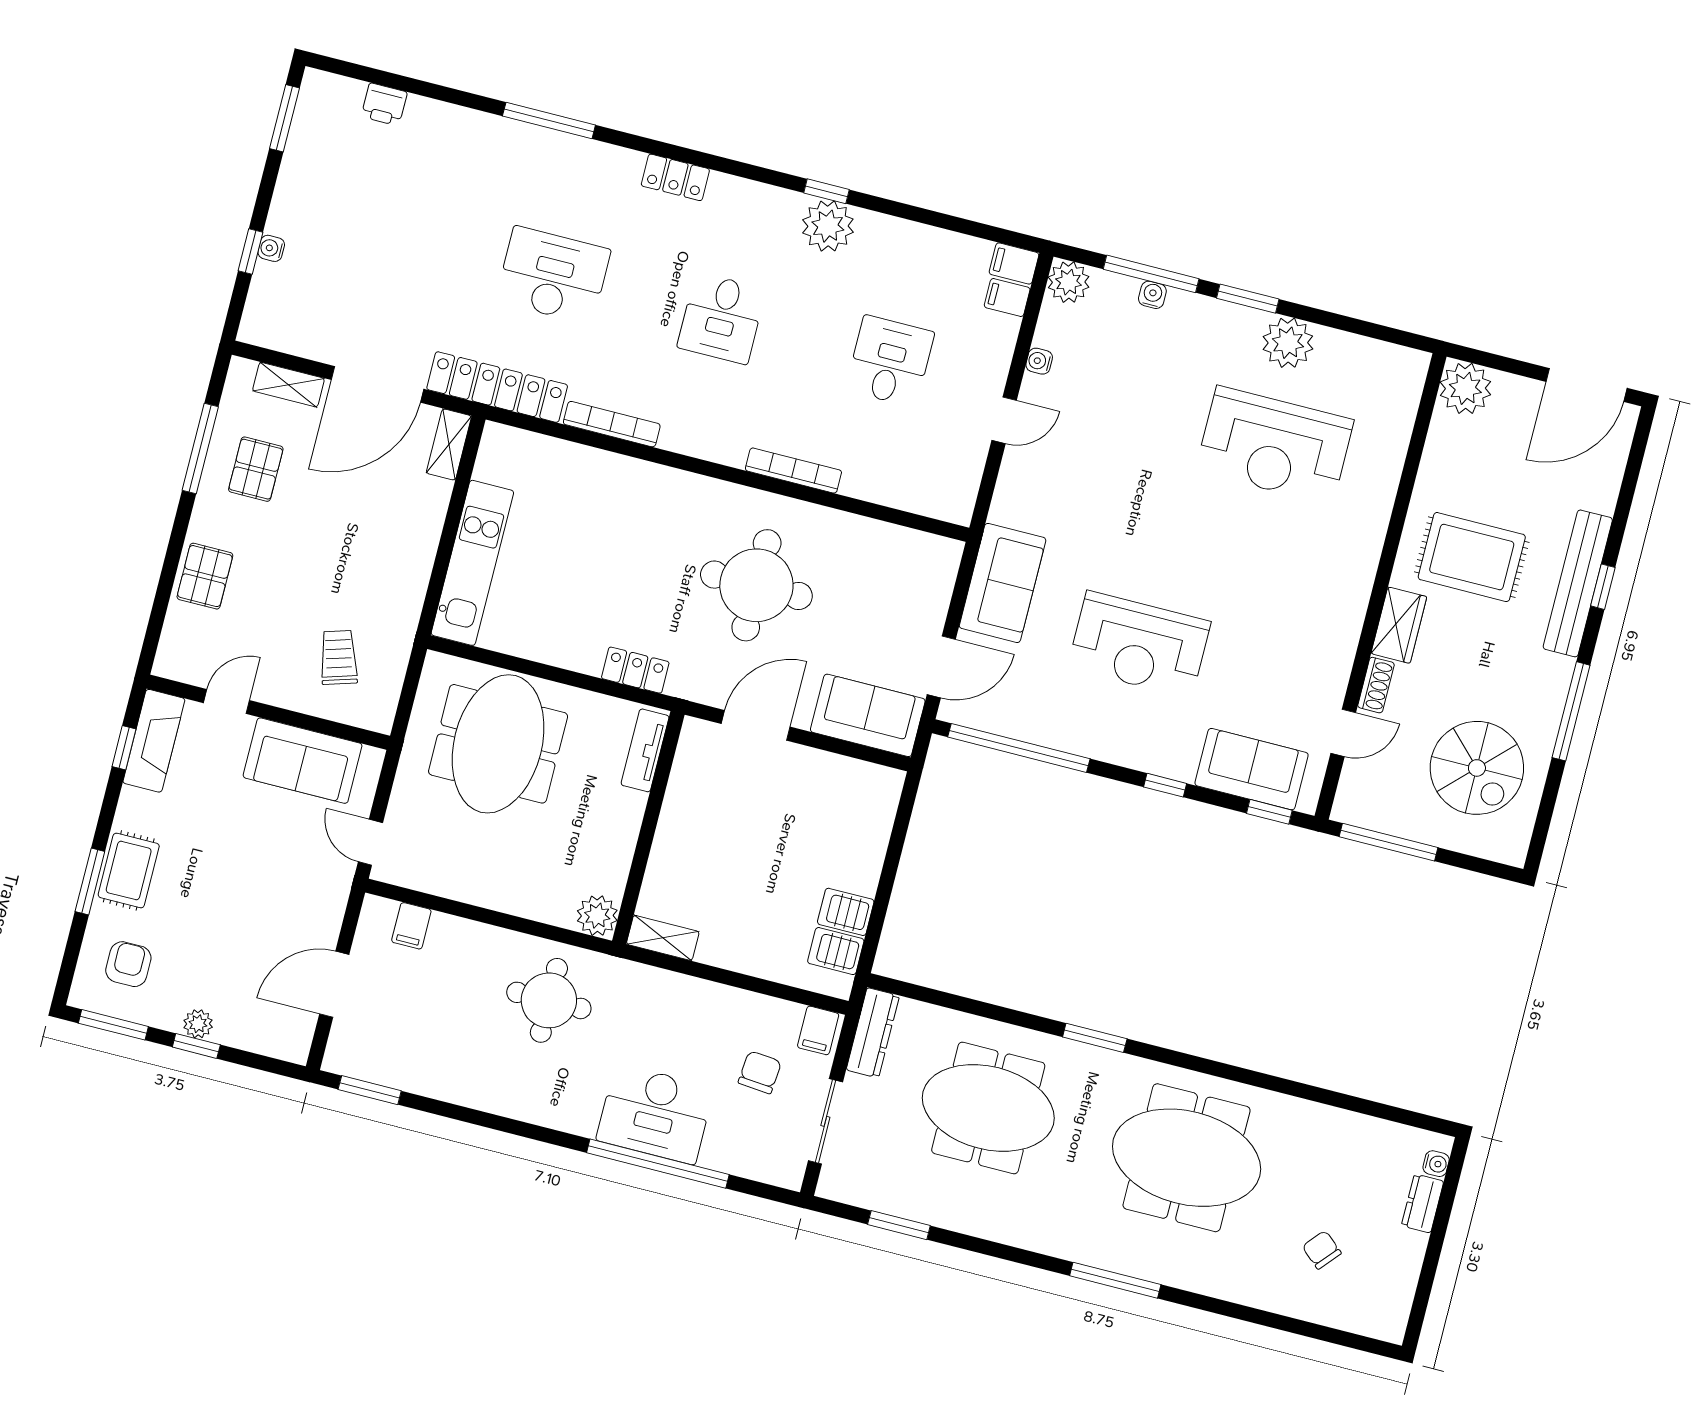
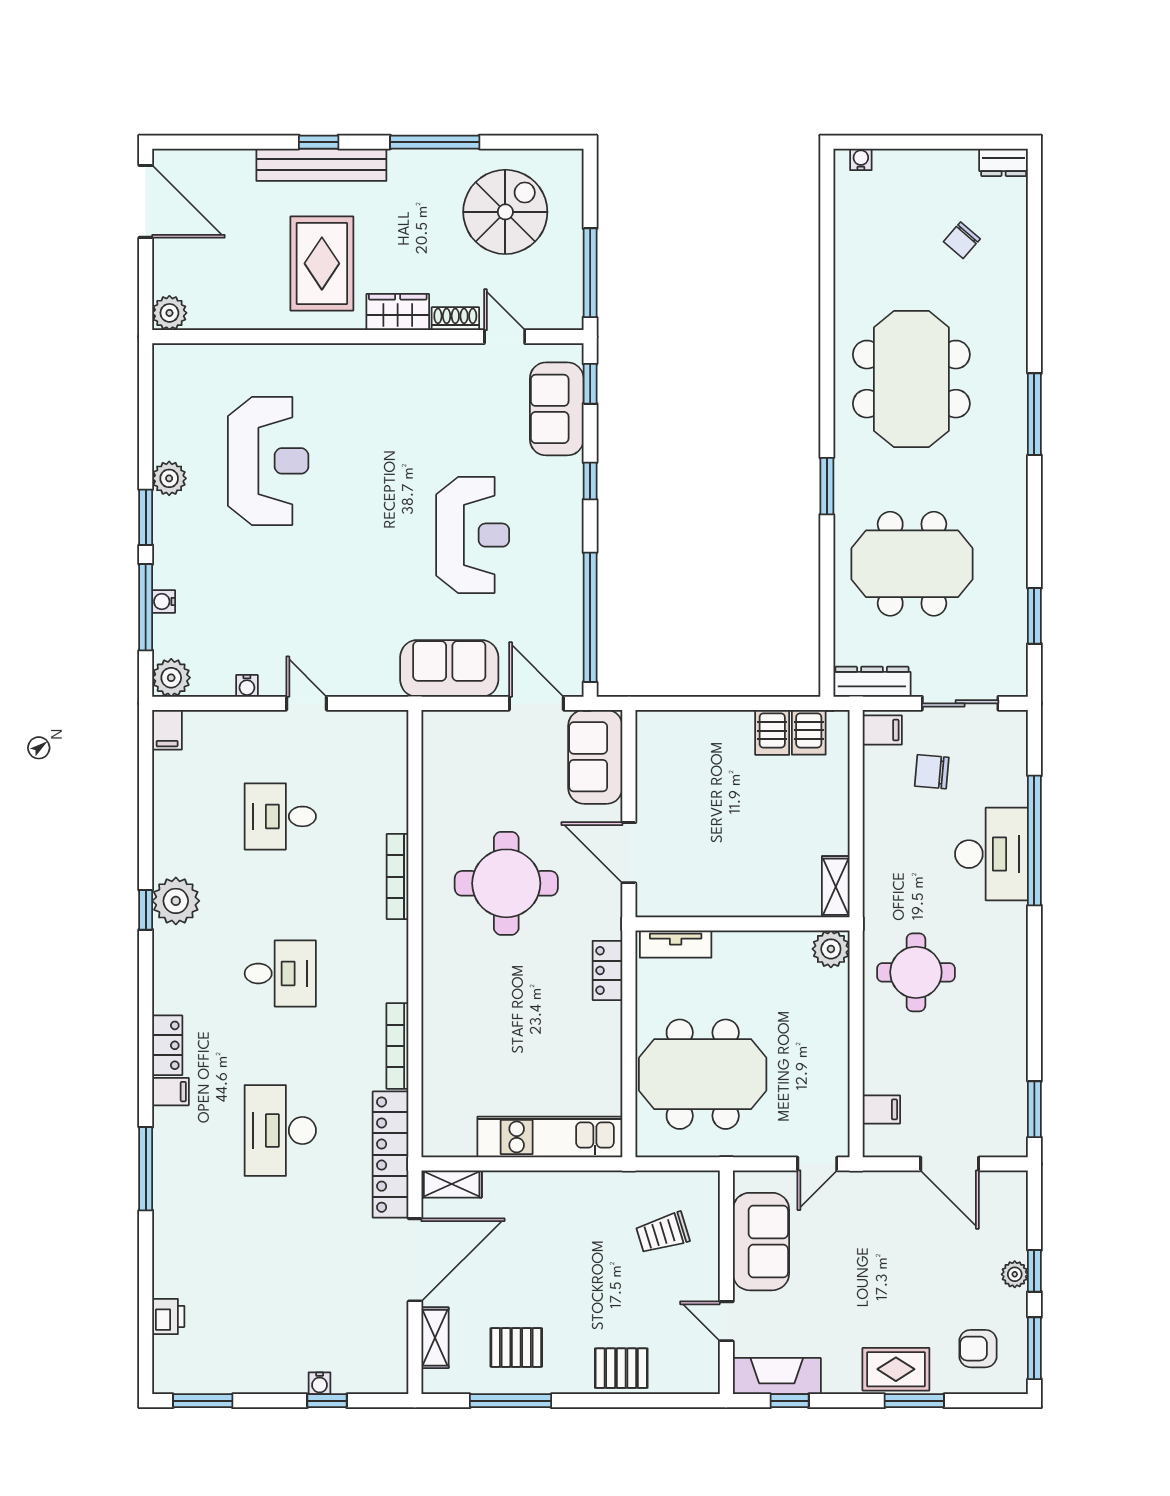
filing cabinet: (1007, 297) -> (170, 1092), moved, turned -90
plant: (1288, 343) -> (169, 478), width x0.73, depth x0.73
door: (378, 384) -> (415, 1260), hinge flipped
plant: (1465, 388) -> (169, 313), width x0.73, depth x0.73
meeting table: (988, 1108) -> (912, 564), turned 90
dresser: (1423, 1203) -> (1004, 162), moved

